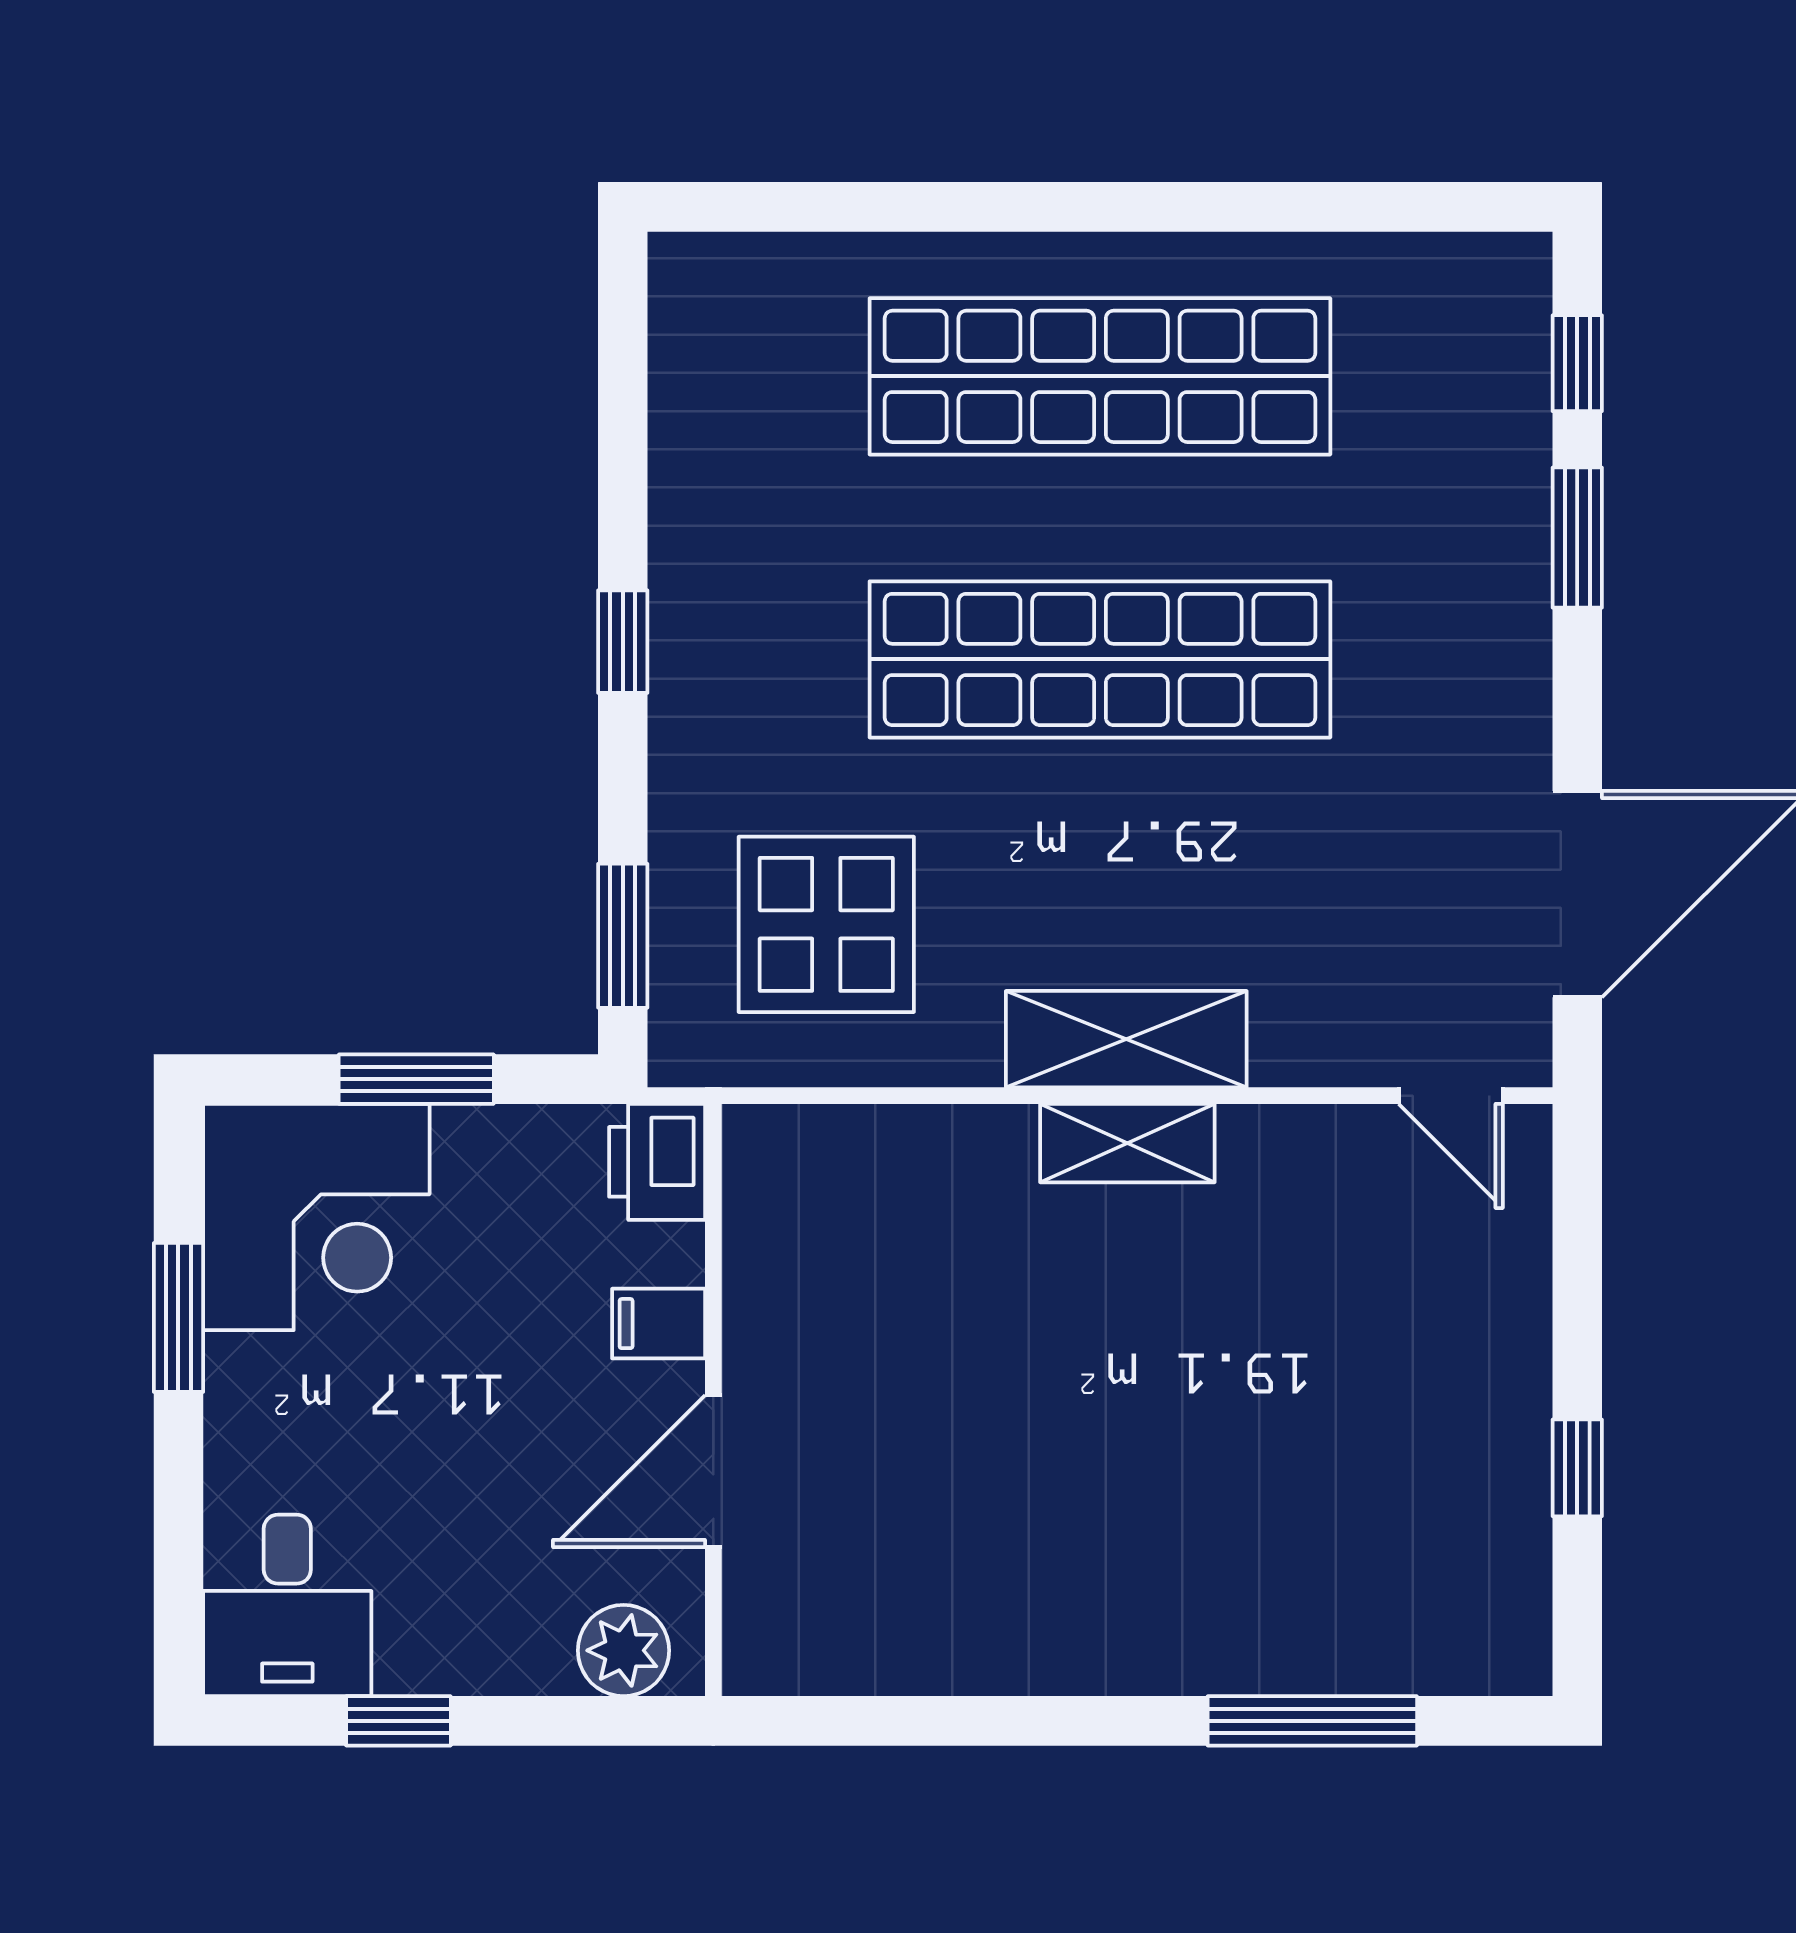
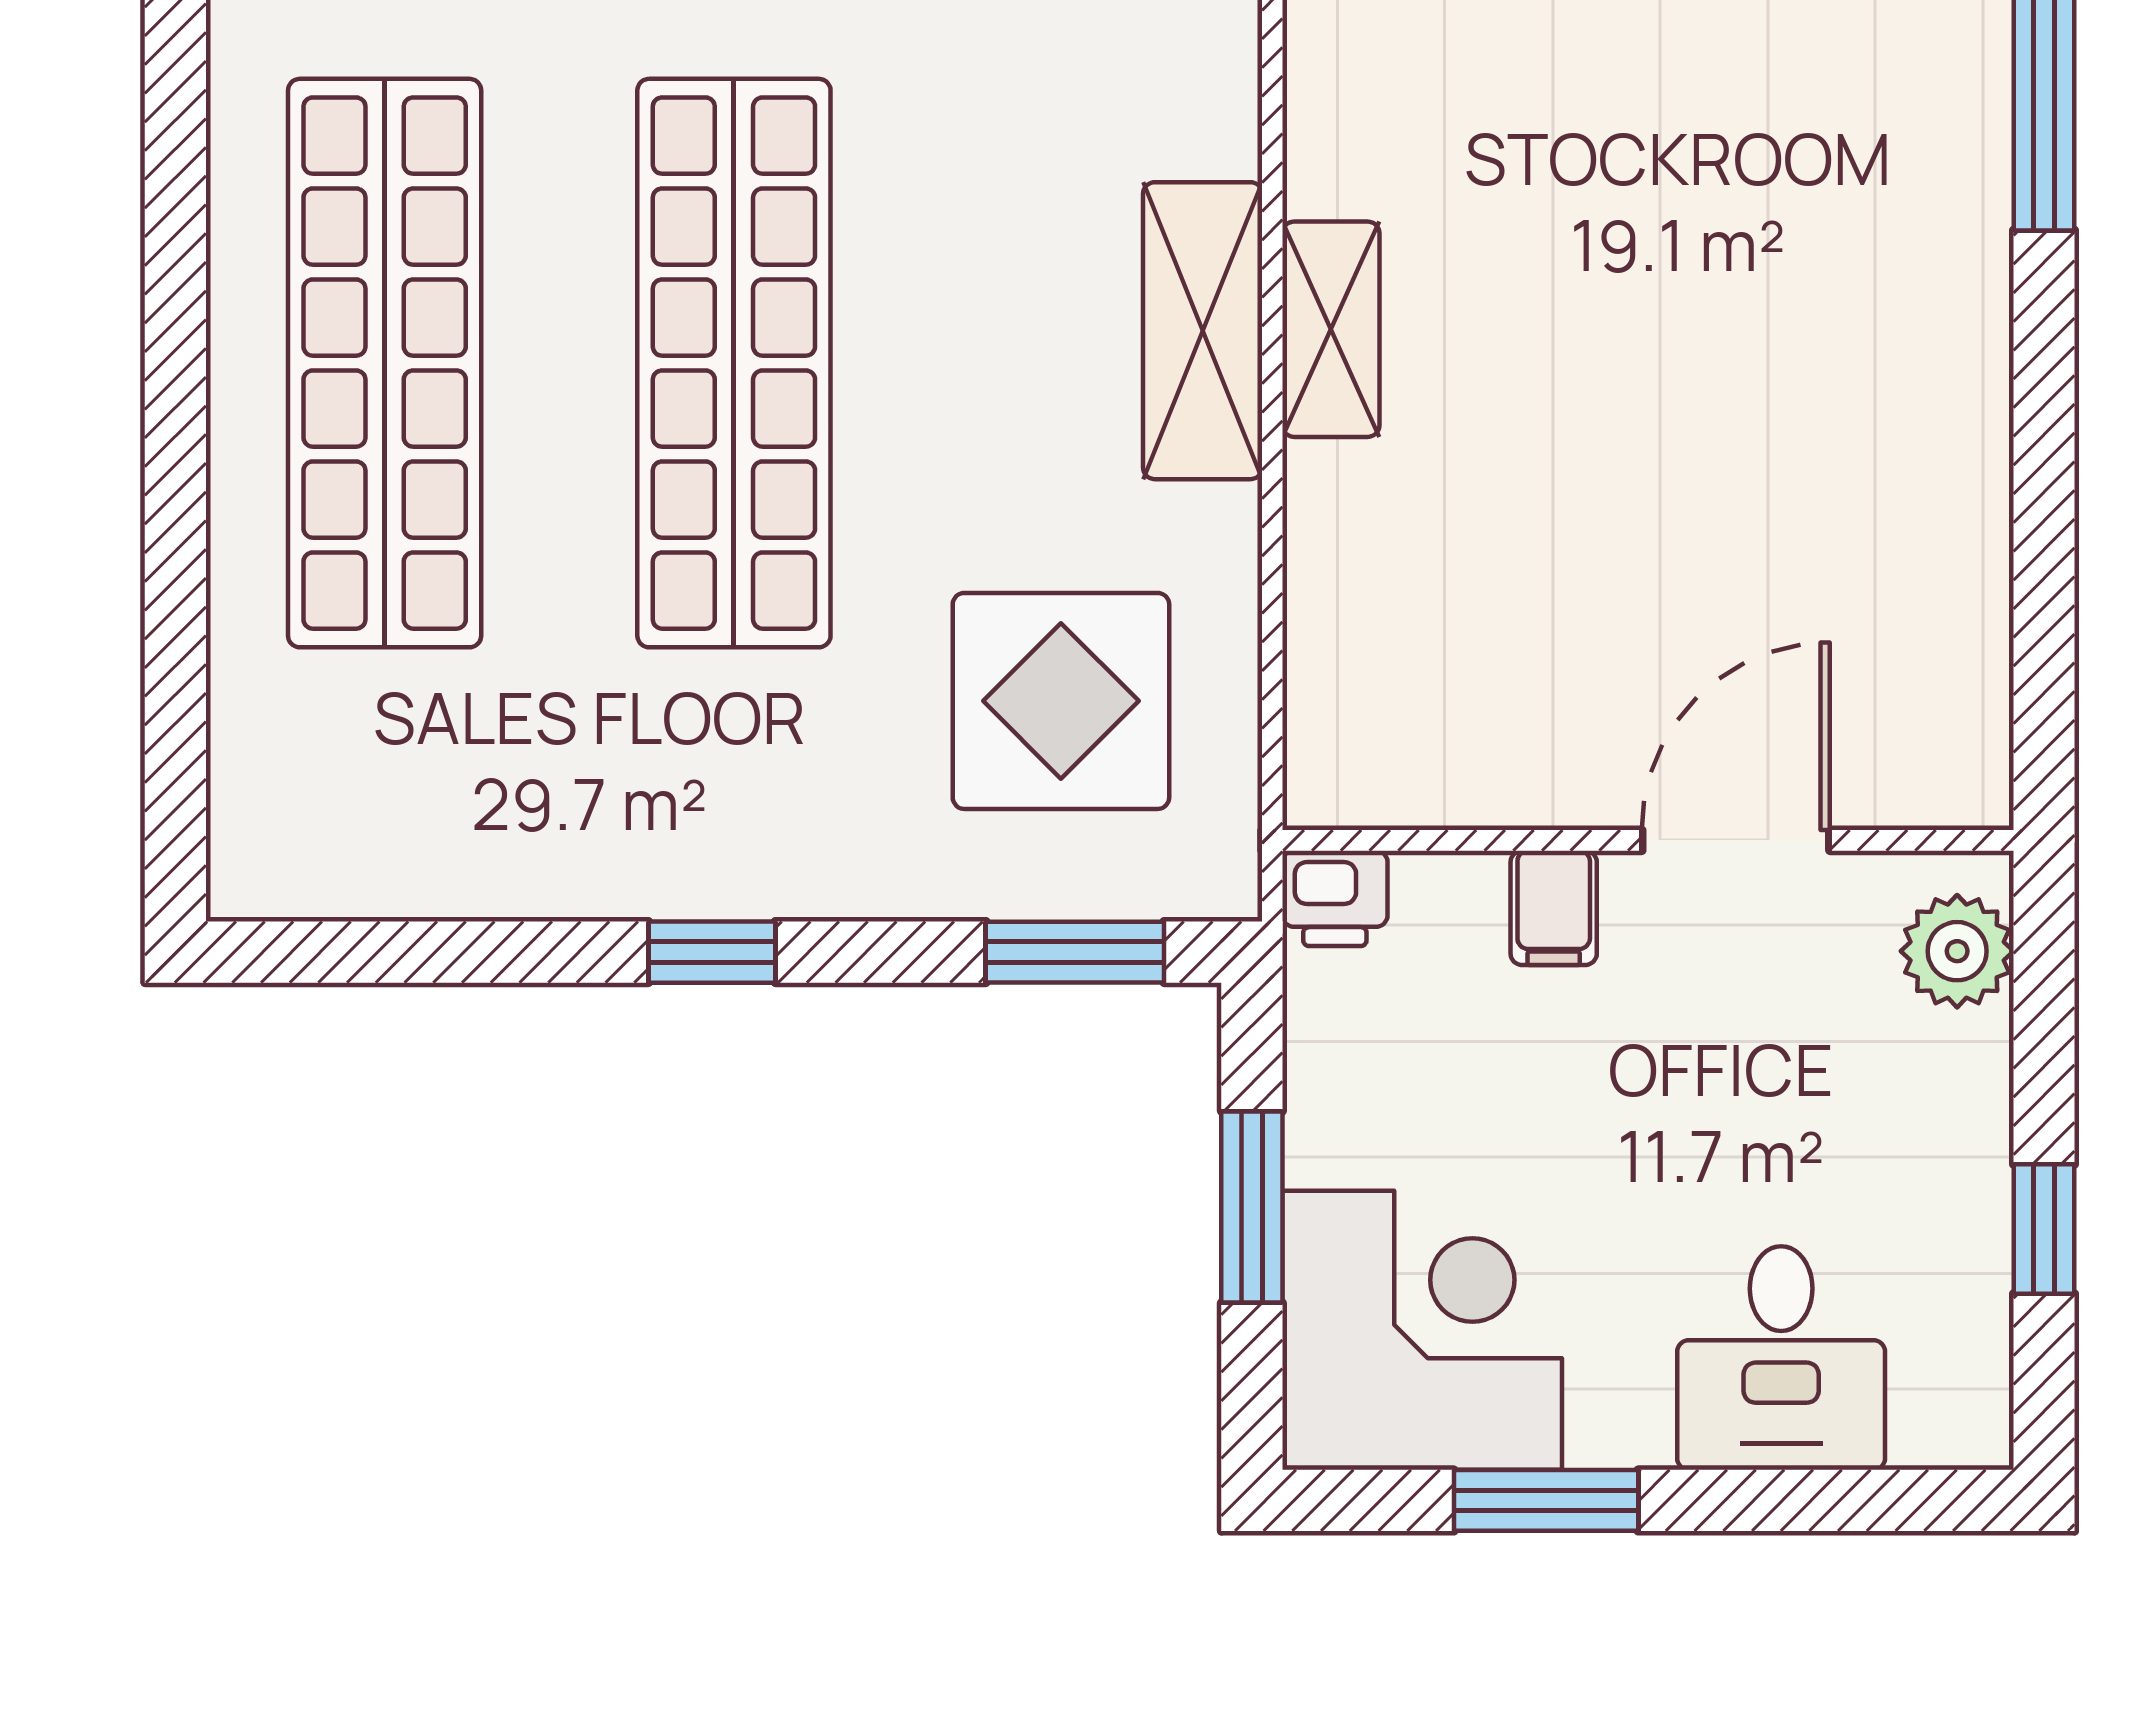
printer: (657, 1162) -> (1335, 898), width x0.73, depth x0.81
door: (713, 1471) -> (1736, 840), swing flipped
desk: (287, 1605) -> (1781, 1358), moved, turned 90

